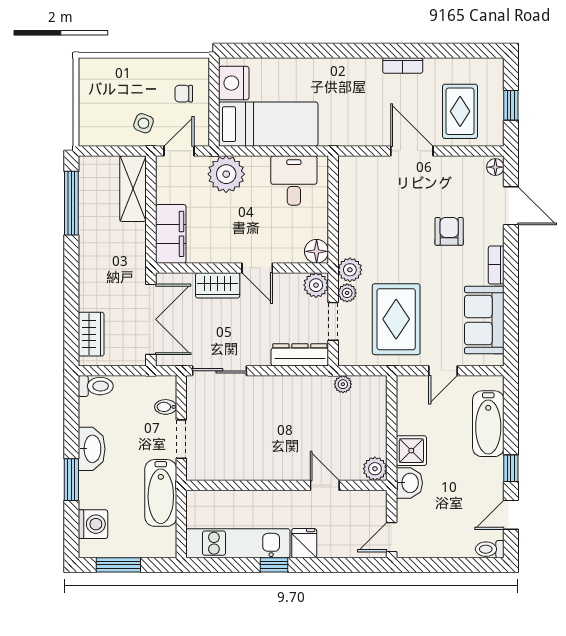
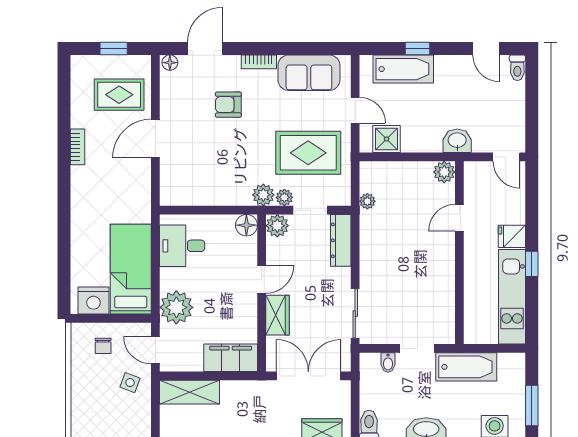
shower: (411, 451) -> (386, 139), moved
window: (511, 468) -> (417, 48), moved

